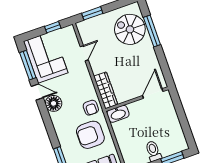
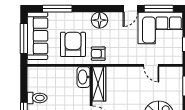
wardrobe: (106, 90) -> (99, 84), moved, turned -90
floor lamp: (54, 103) -> (99, 20), moved

